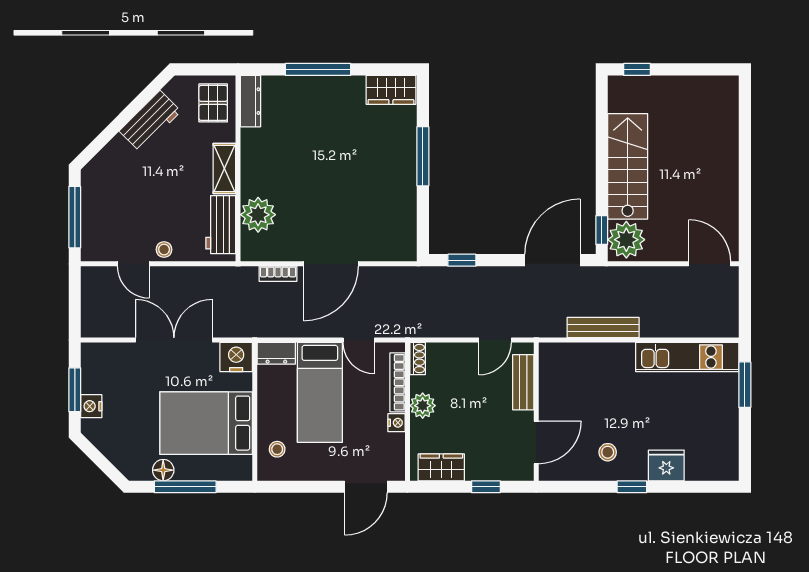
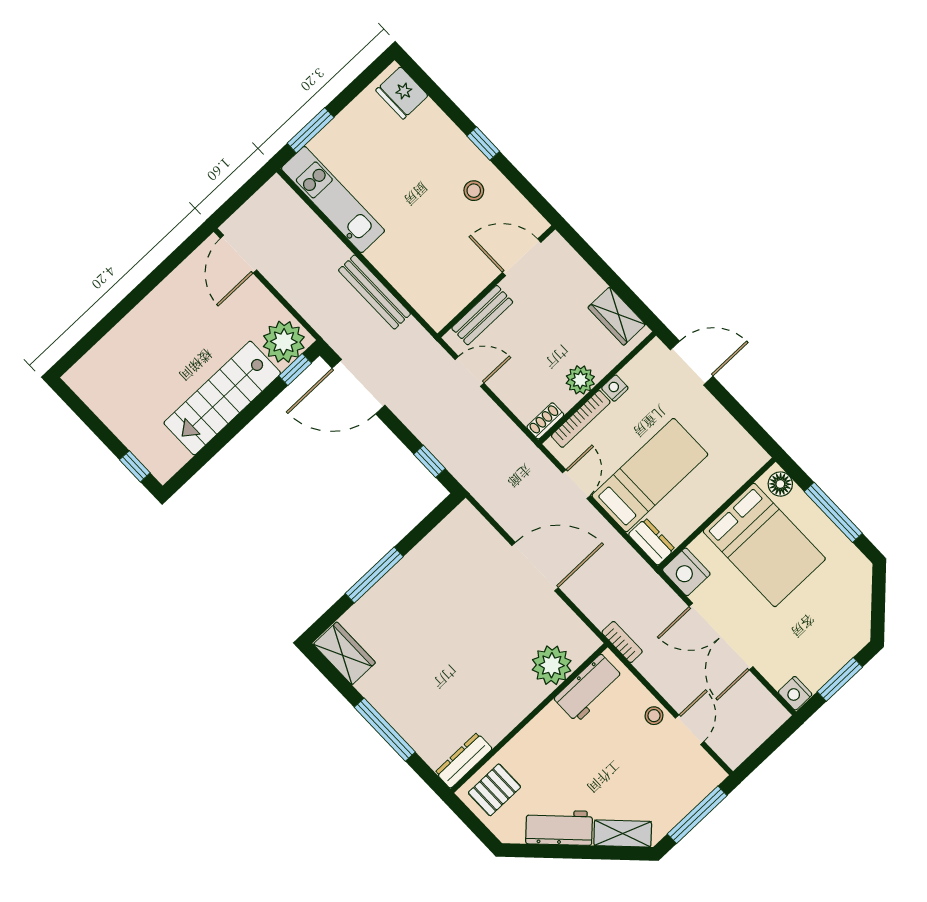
shelving: (224, 169) -> (623, 833), moved, turned 45
bookcase: (278, 274) -> (622, 642), moved
nightstand: (91, 406) -> (795, 693), moved, turned 90
stool: (277, 449) -> (730, 466), removed
fridge: (666, 465) -> (402, 93), moved
floor lamp: (163, 470) -> (780, 484), moved
window: (486, 487) -> (598, 264), removed

